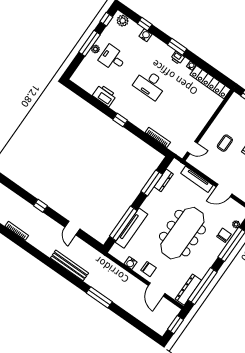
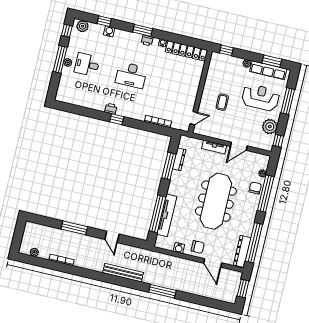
printer: (105, 95) -> (111, 109), moved, width x0.53, depth x0.68
tv unit: (197, 179) -> (214, 147), width x0.71
window: (40, 206) -> (74, 228), width x2.17

